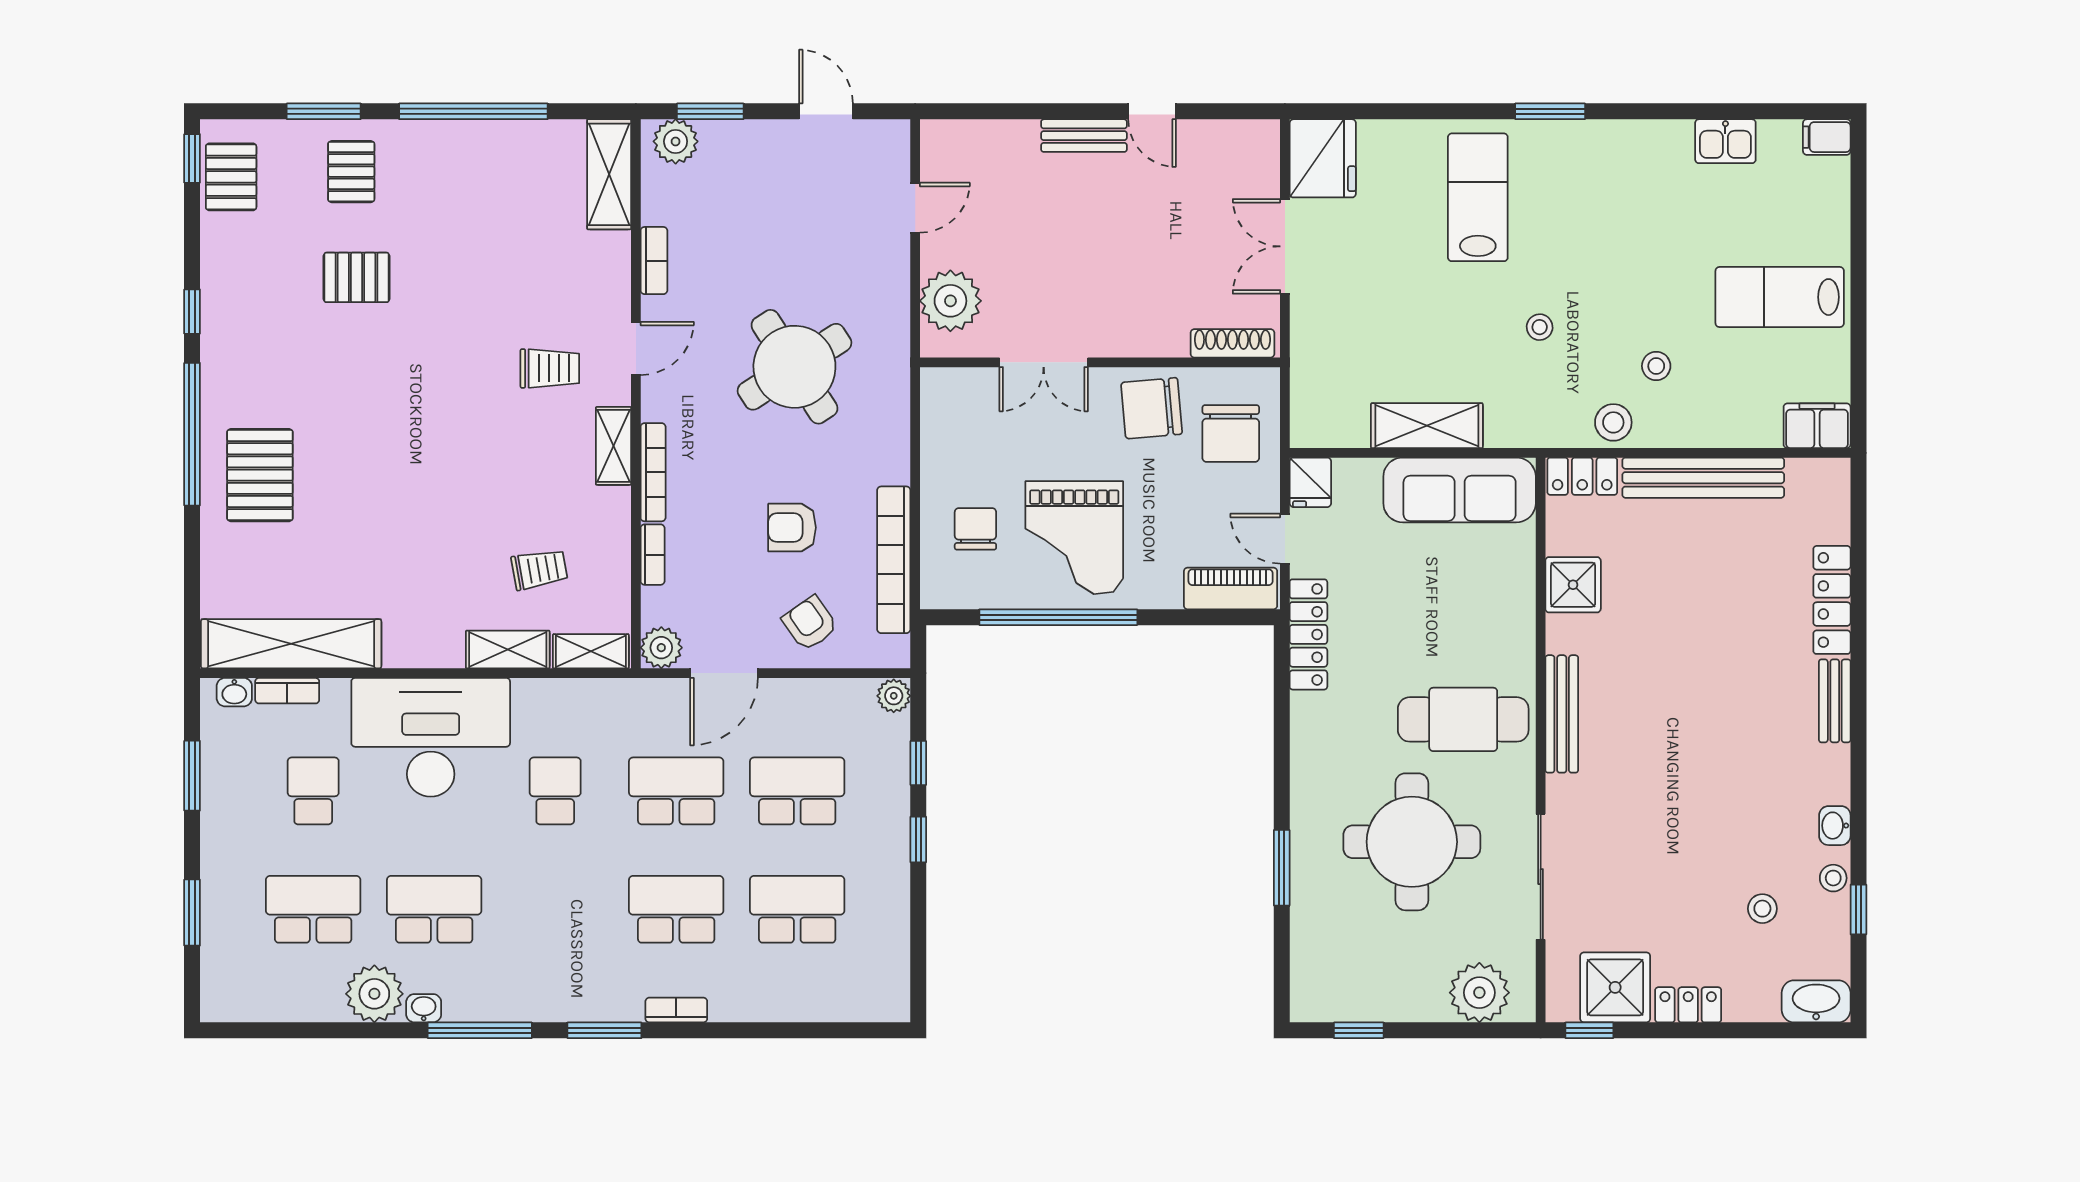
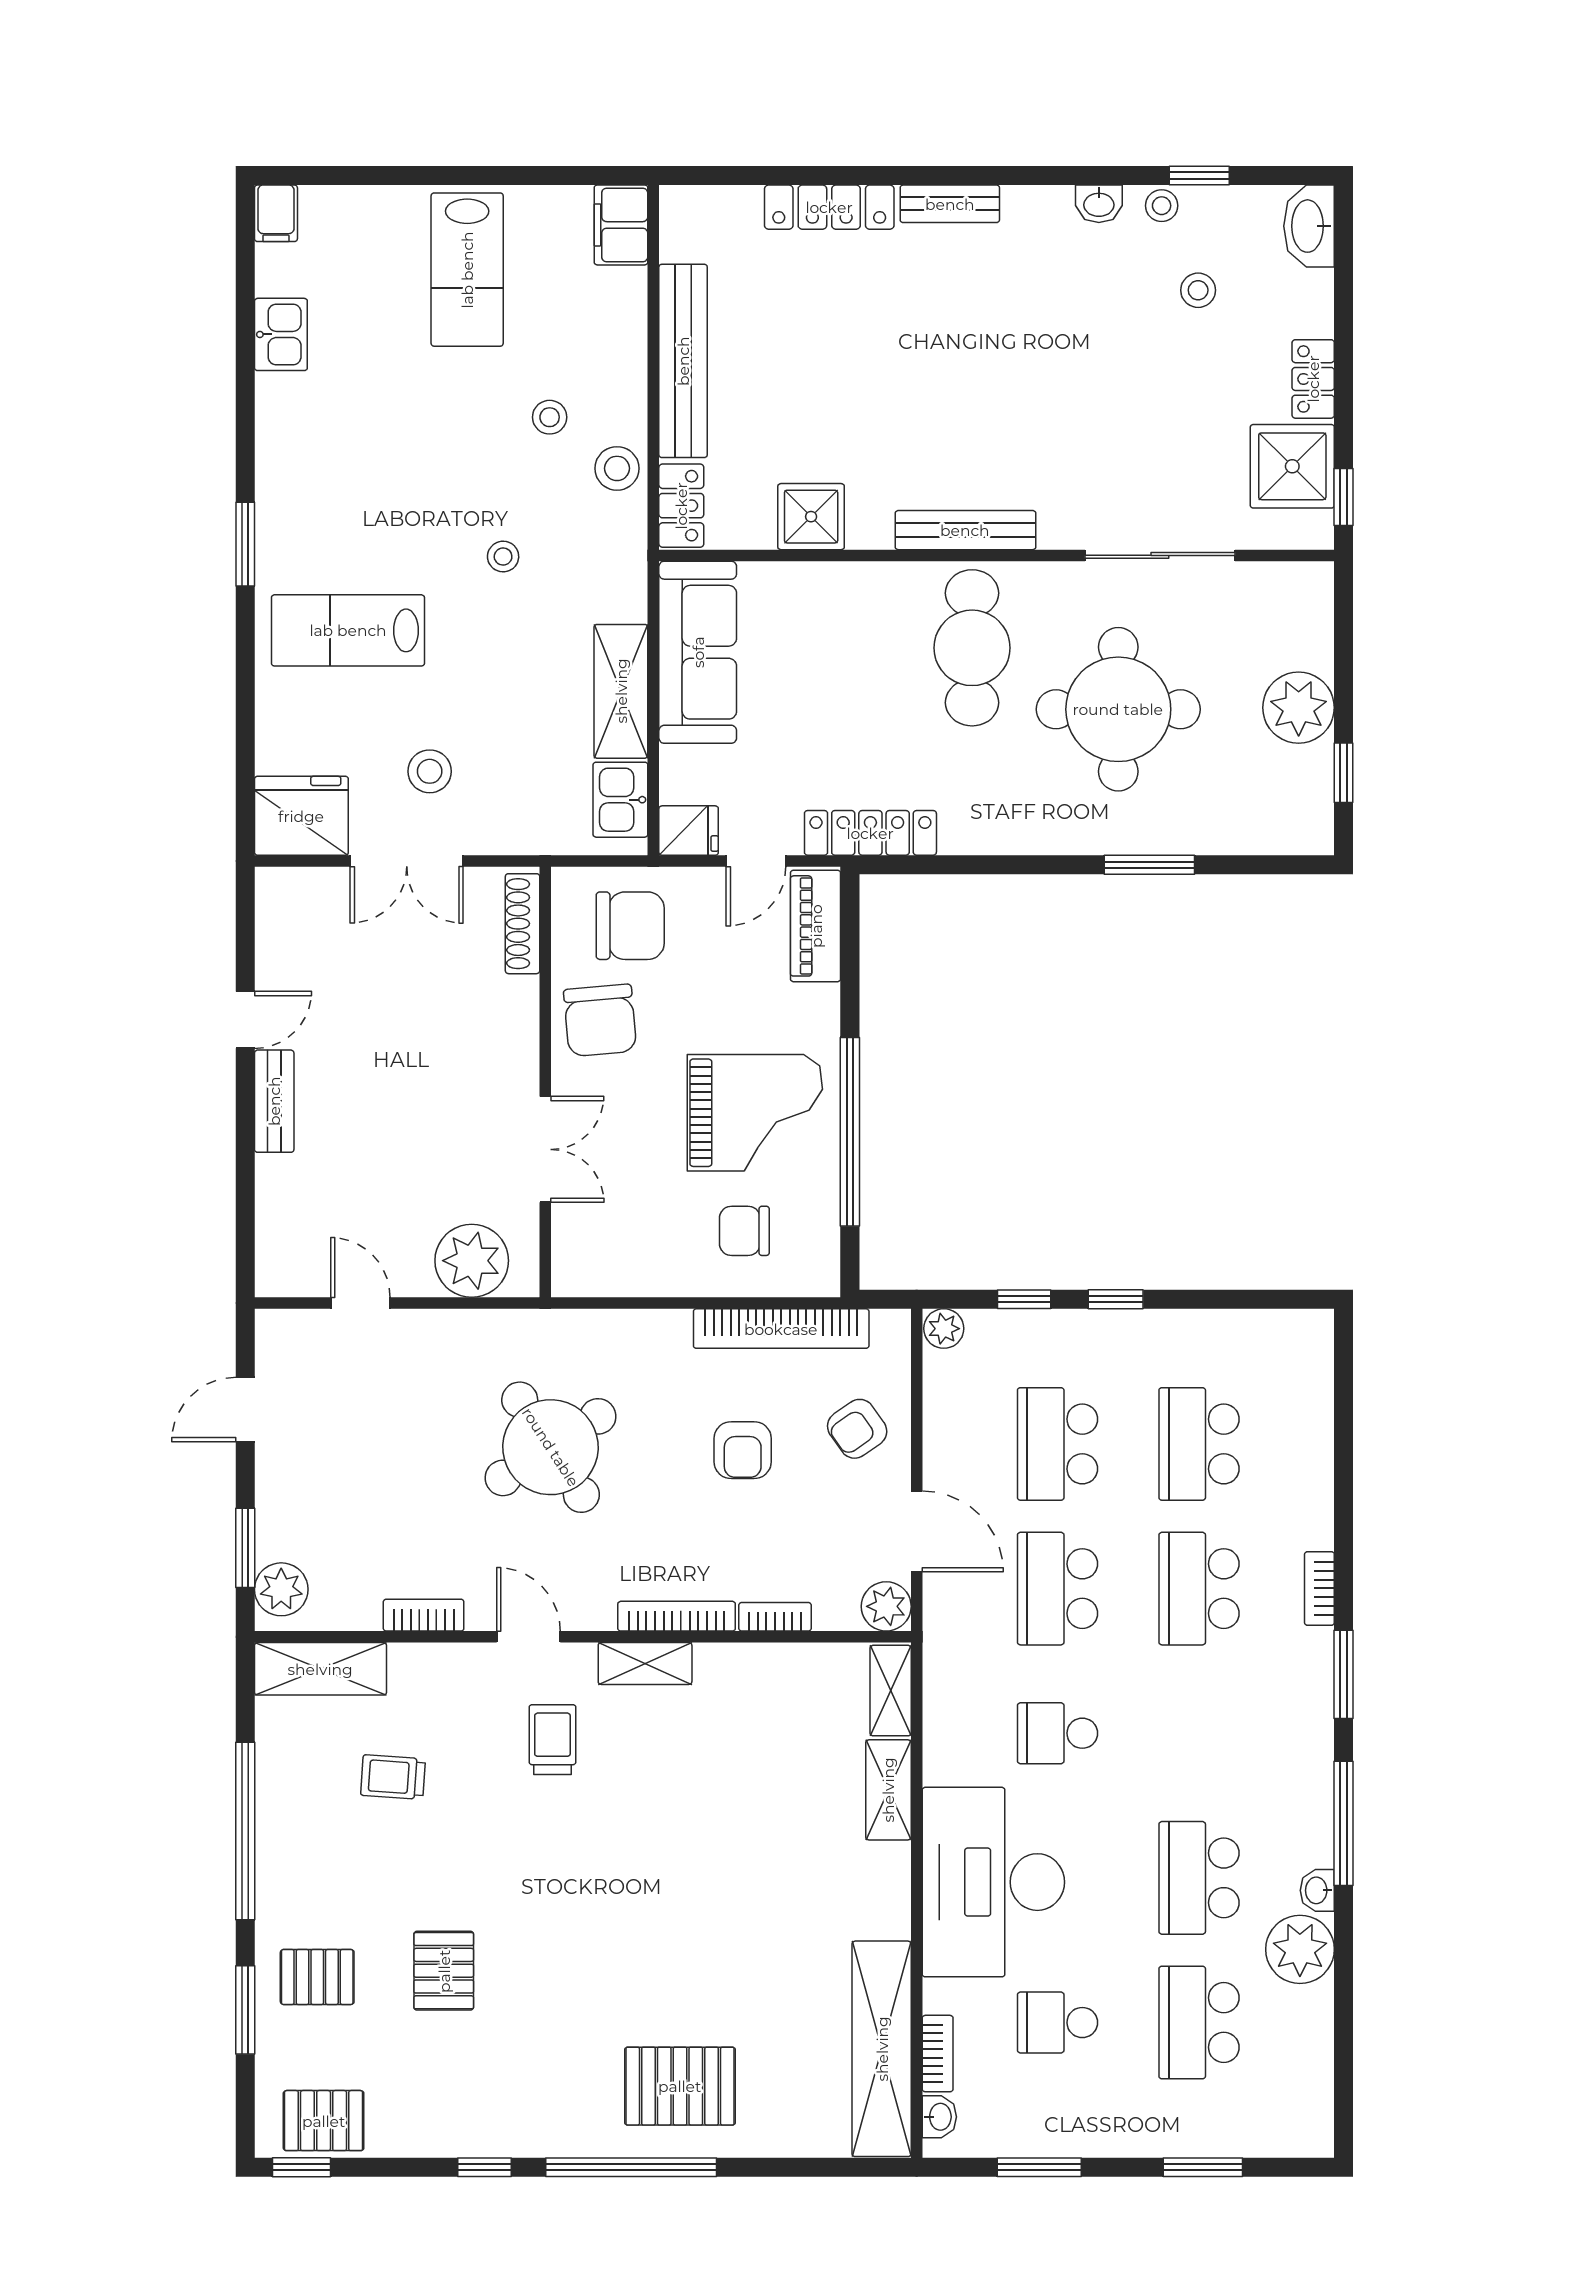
stool: (1360, 266) -> (430, 771), added
kitchen sink: (1336, 425) -> (620, 800), added
trolley: (539, 569) -> (393, 1777), moved, turned -76
plant: (1479, 993) -> (1299, 708), moved

